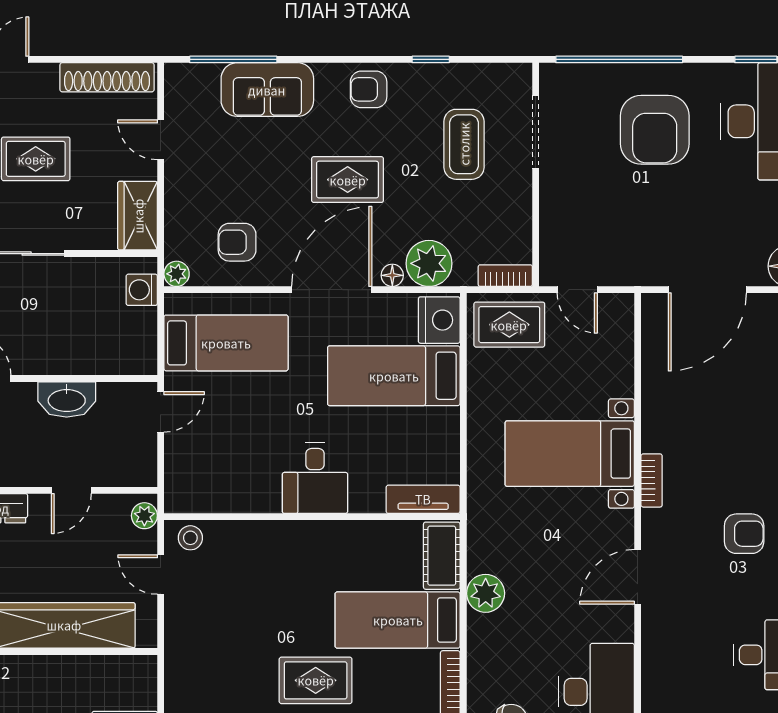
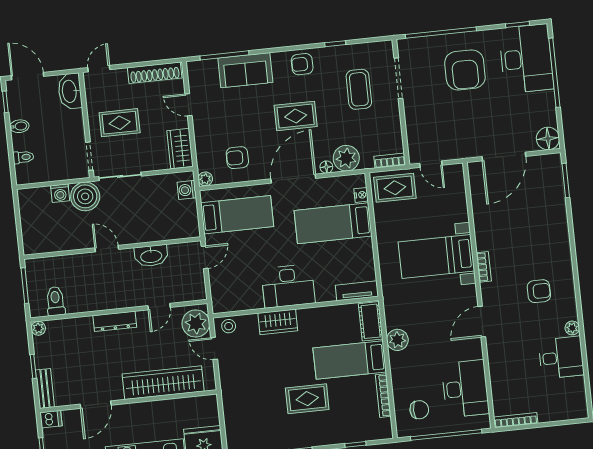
nightstand: (439, 320) -> (361, 195), width x0.53, depth x0.56
desk: (315, 478) -> (288, 286), width x1.37
plant: (144, 516) -> (196, 323), width x1.87, depth x1.87
wardrobe: (278, 539) -> (278, 322), added

